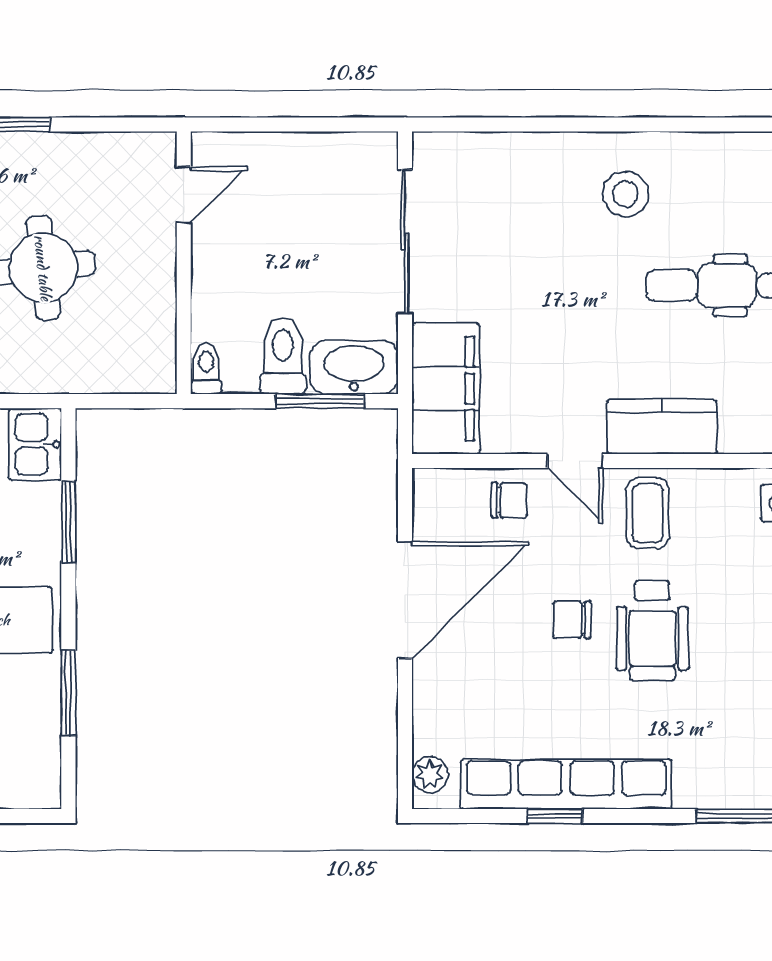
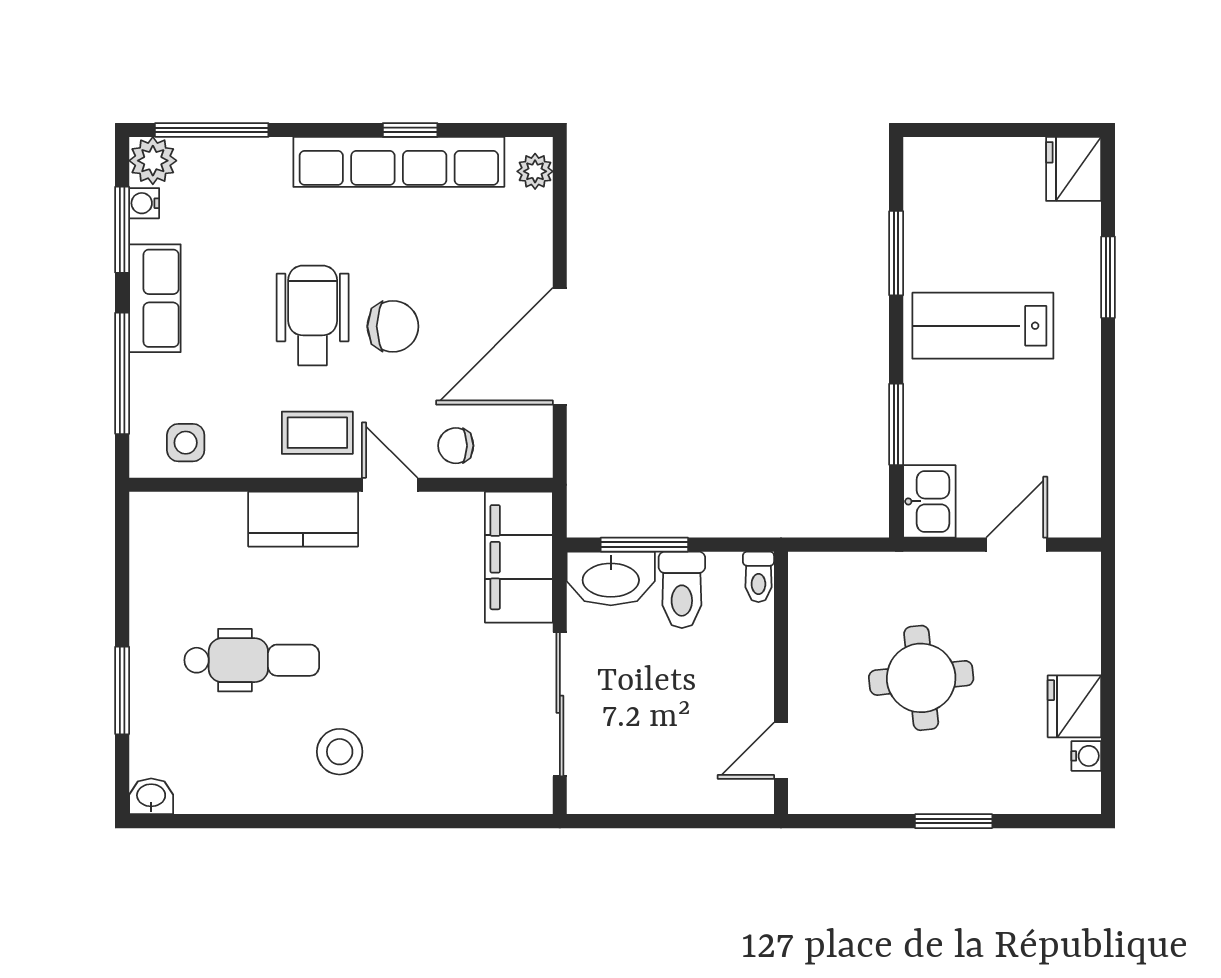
coffee table: (648, 513) -> (317, 433), turned 90
chair: (572, 620) -> (393, 326), width x1.37, depth x1.37

